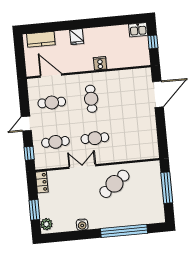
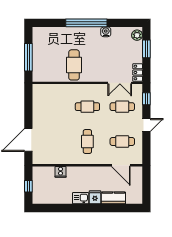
kitchen sink: (138, 30) -> (81, 198), moved
kitchen counter: (41, 39) -> (113, 198), moved
cooker: (100, 63) -> (61, 172), moved
double door: (82, 166) -> (120, 83), moved
cafe table: (114, 184) -> (74, 65), turned -53
window: (124, 231) -> (86, 23), moved

